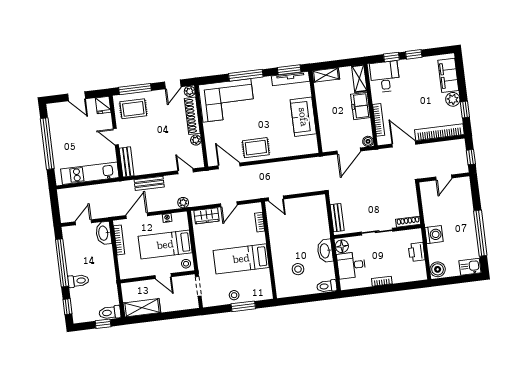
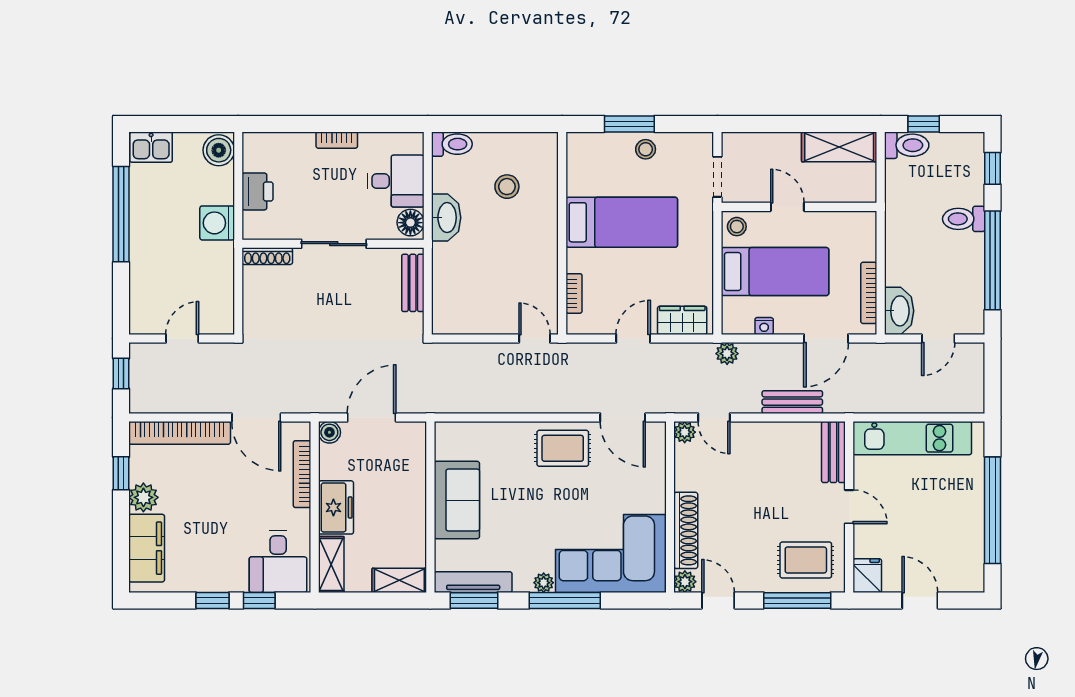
plant: (257, 82) -> (544, 583), added
door: (173, 84) -> (718, 600), hinge flipped
plant: (196, 140) -> (685, 432), moved

